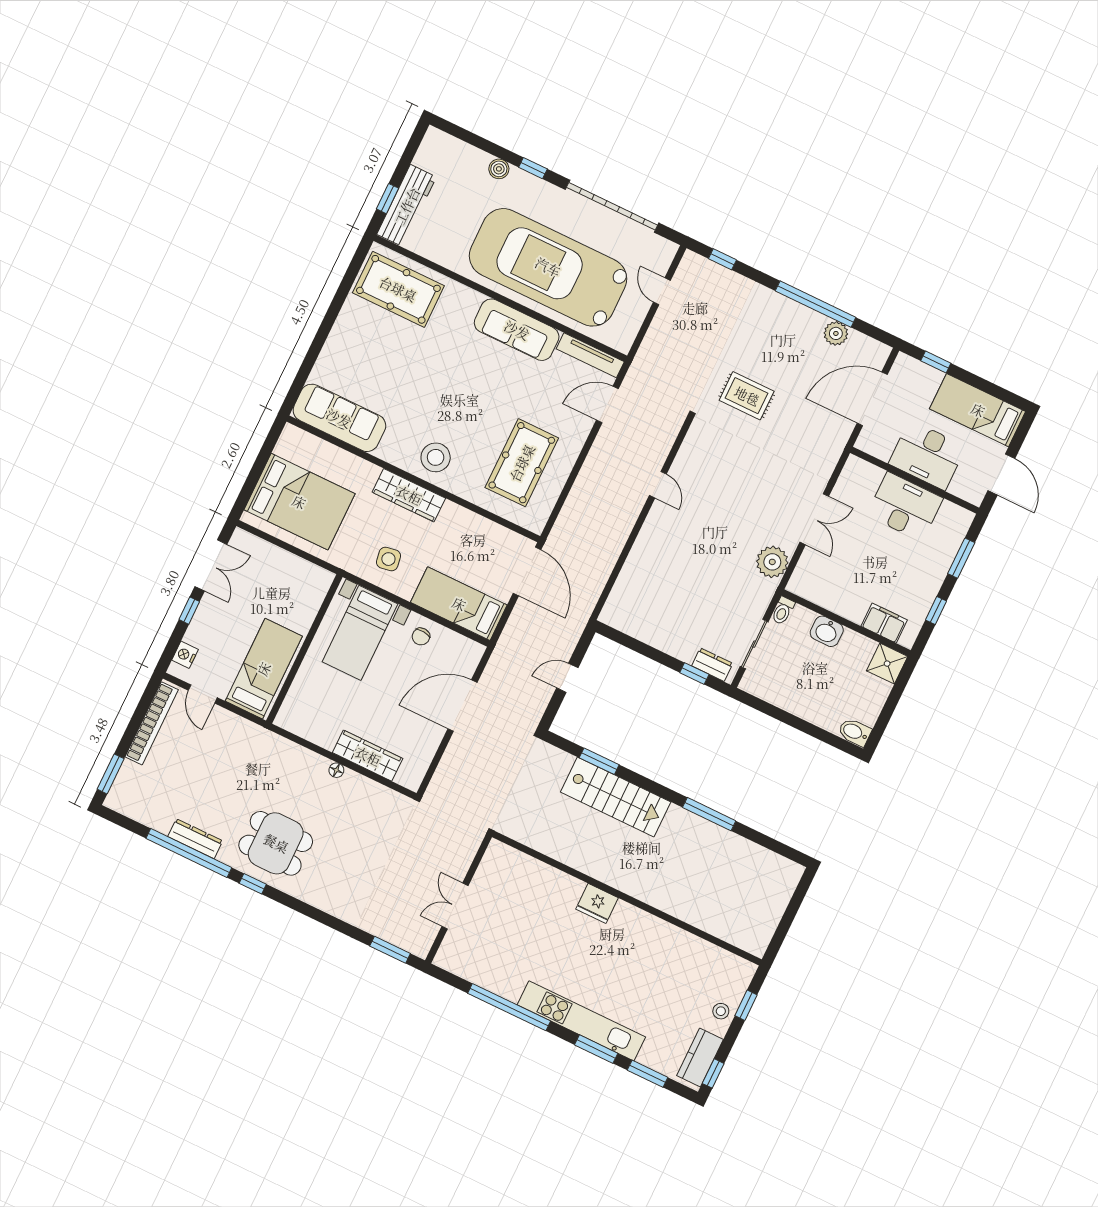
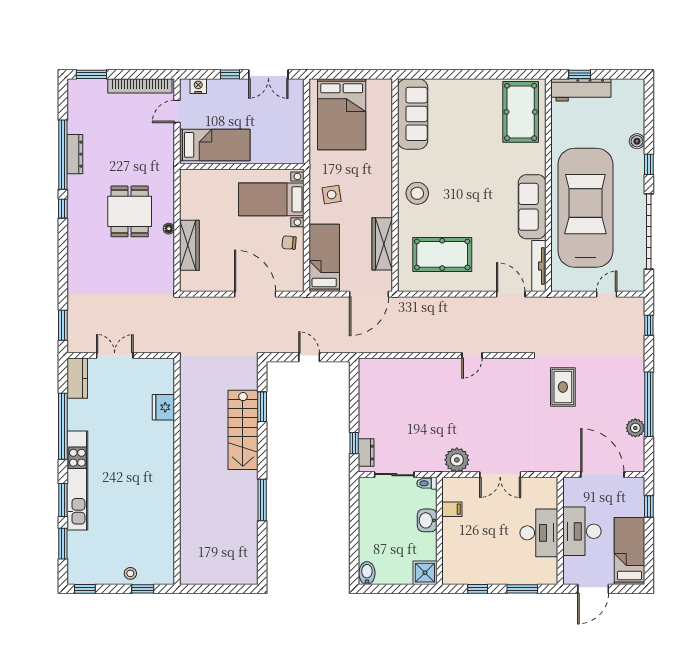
wardrobe: (409, 495) -> (382, 244), moved
filing cabinet: (884, 623) -> (452, 509), moved, width x0.50
dining table: (276, 843) -> (130, 211), moved
fridge: (597, 903) -> (163, 407), moved
kitchen counter: (700, 1058) -> (77, 378), moved, turned 90

